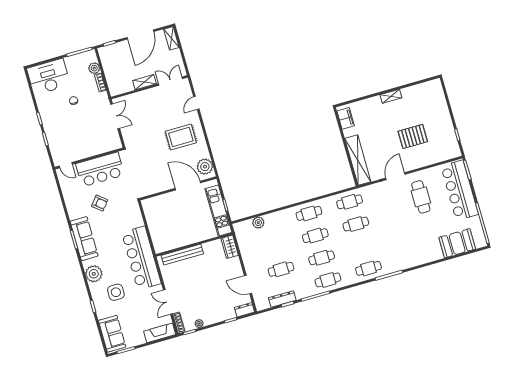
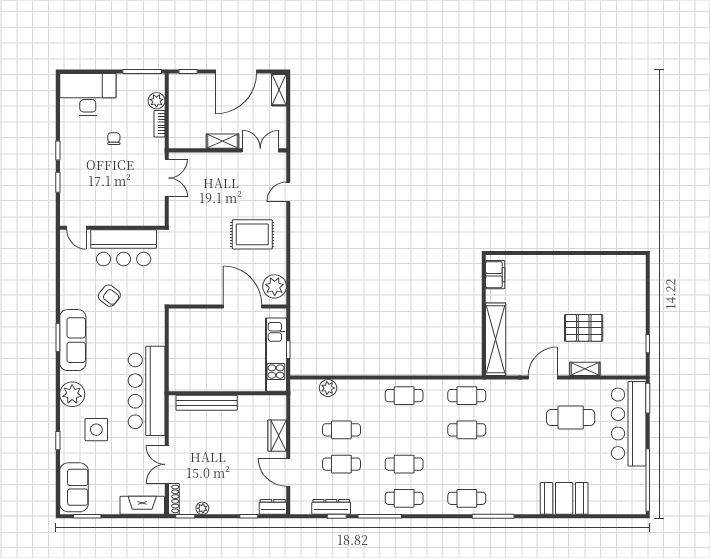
shelving: (391, 96) -> (585, 369), moved
cafe table: (421, 197) -> (571, 418), turned 90
cafe table: (315, 236) -> (341, 430), moved
booth: (457, 243) -> (564, 498), moved
wardrobe: (230, 247) -> (277, 436), moved

